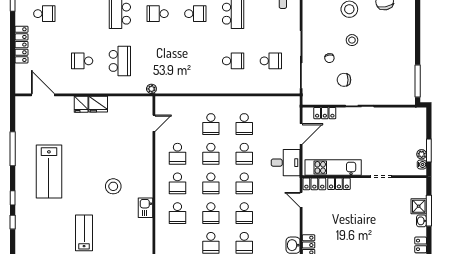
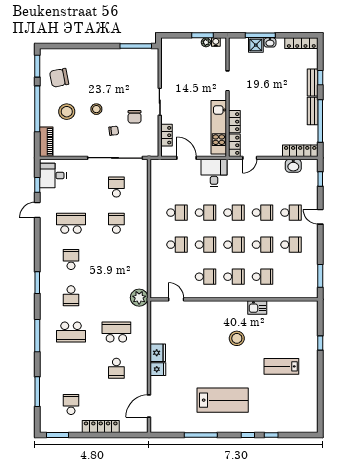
plant: (151, 89) -> (139, 298), width x1.87, depth x1.87

